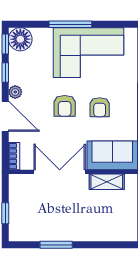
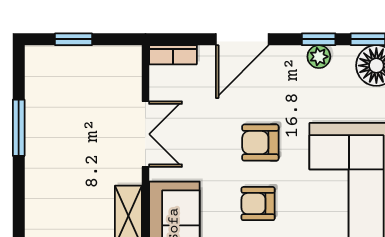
plant: (15, 92) -> (319, 57), moved
double door: (60, 172) -> (145, 134), width x0.73

